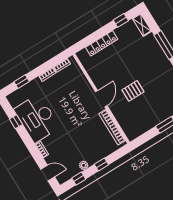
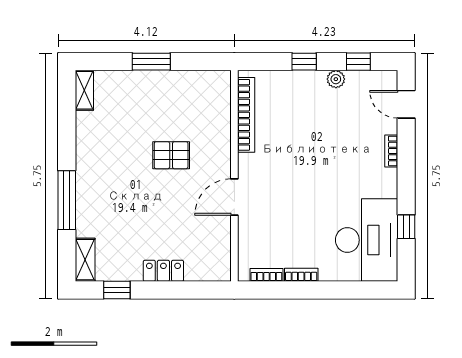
locker: (102, 43) -> (163, 271), width x0.66
window: (22, 82) -> (354, 290), removed
door: (101, 99) -> (234, 197), moved
desk: (37, 118) -> (367, 240), moved

